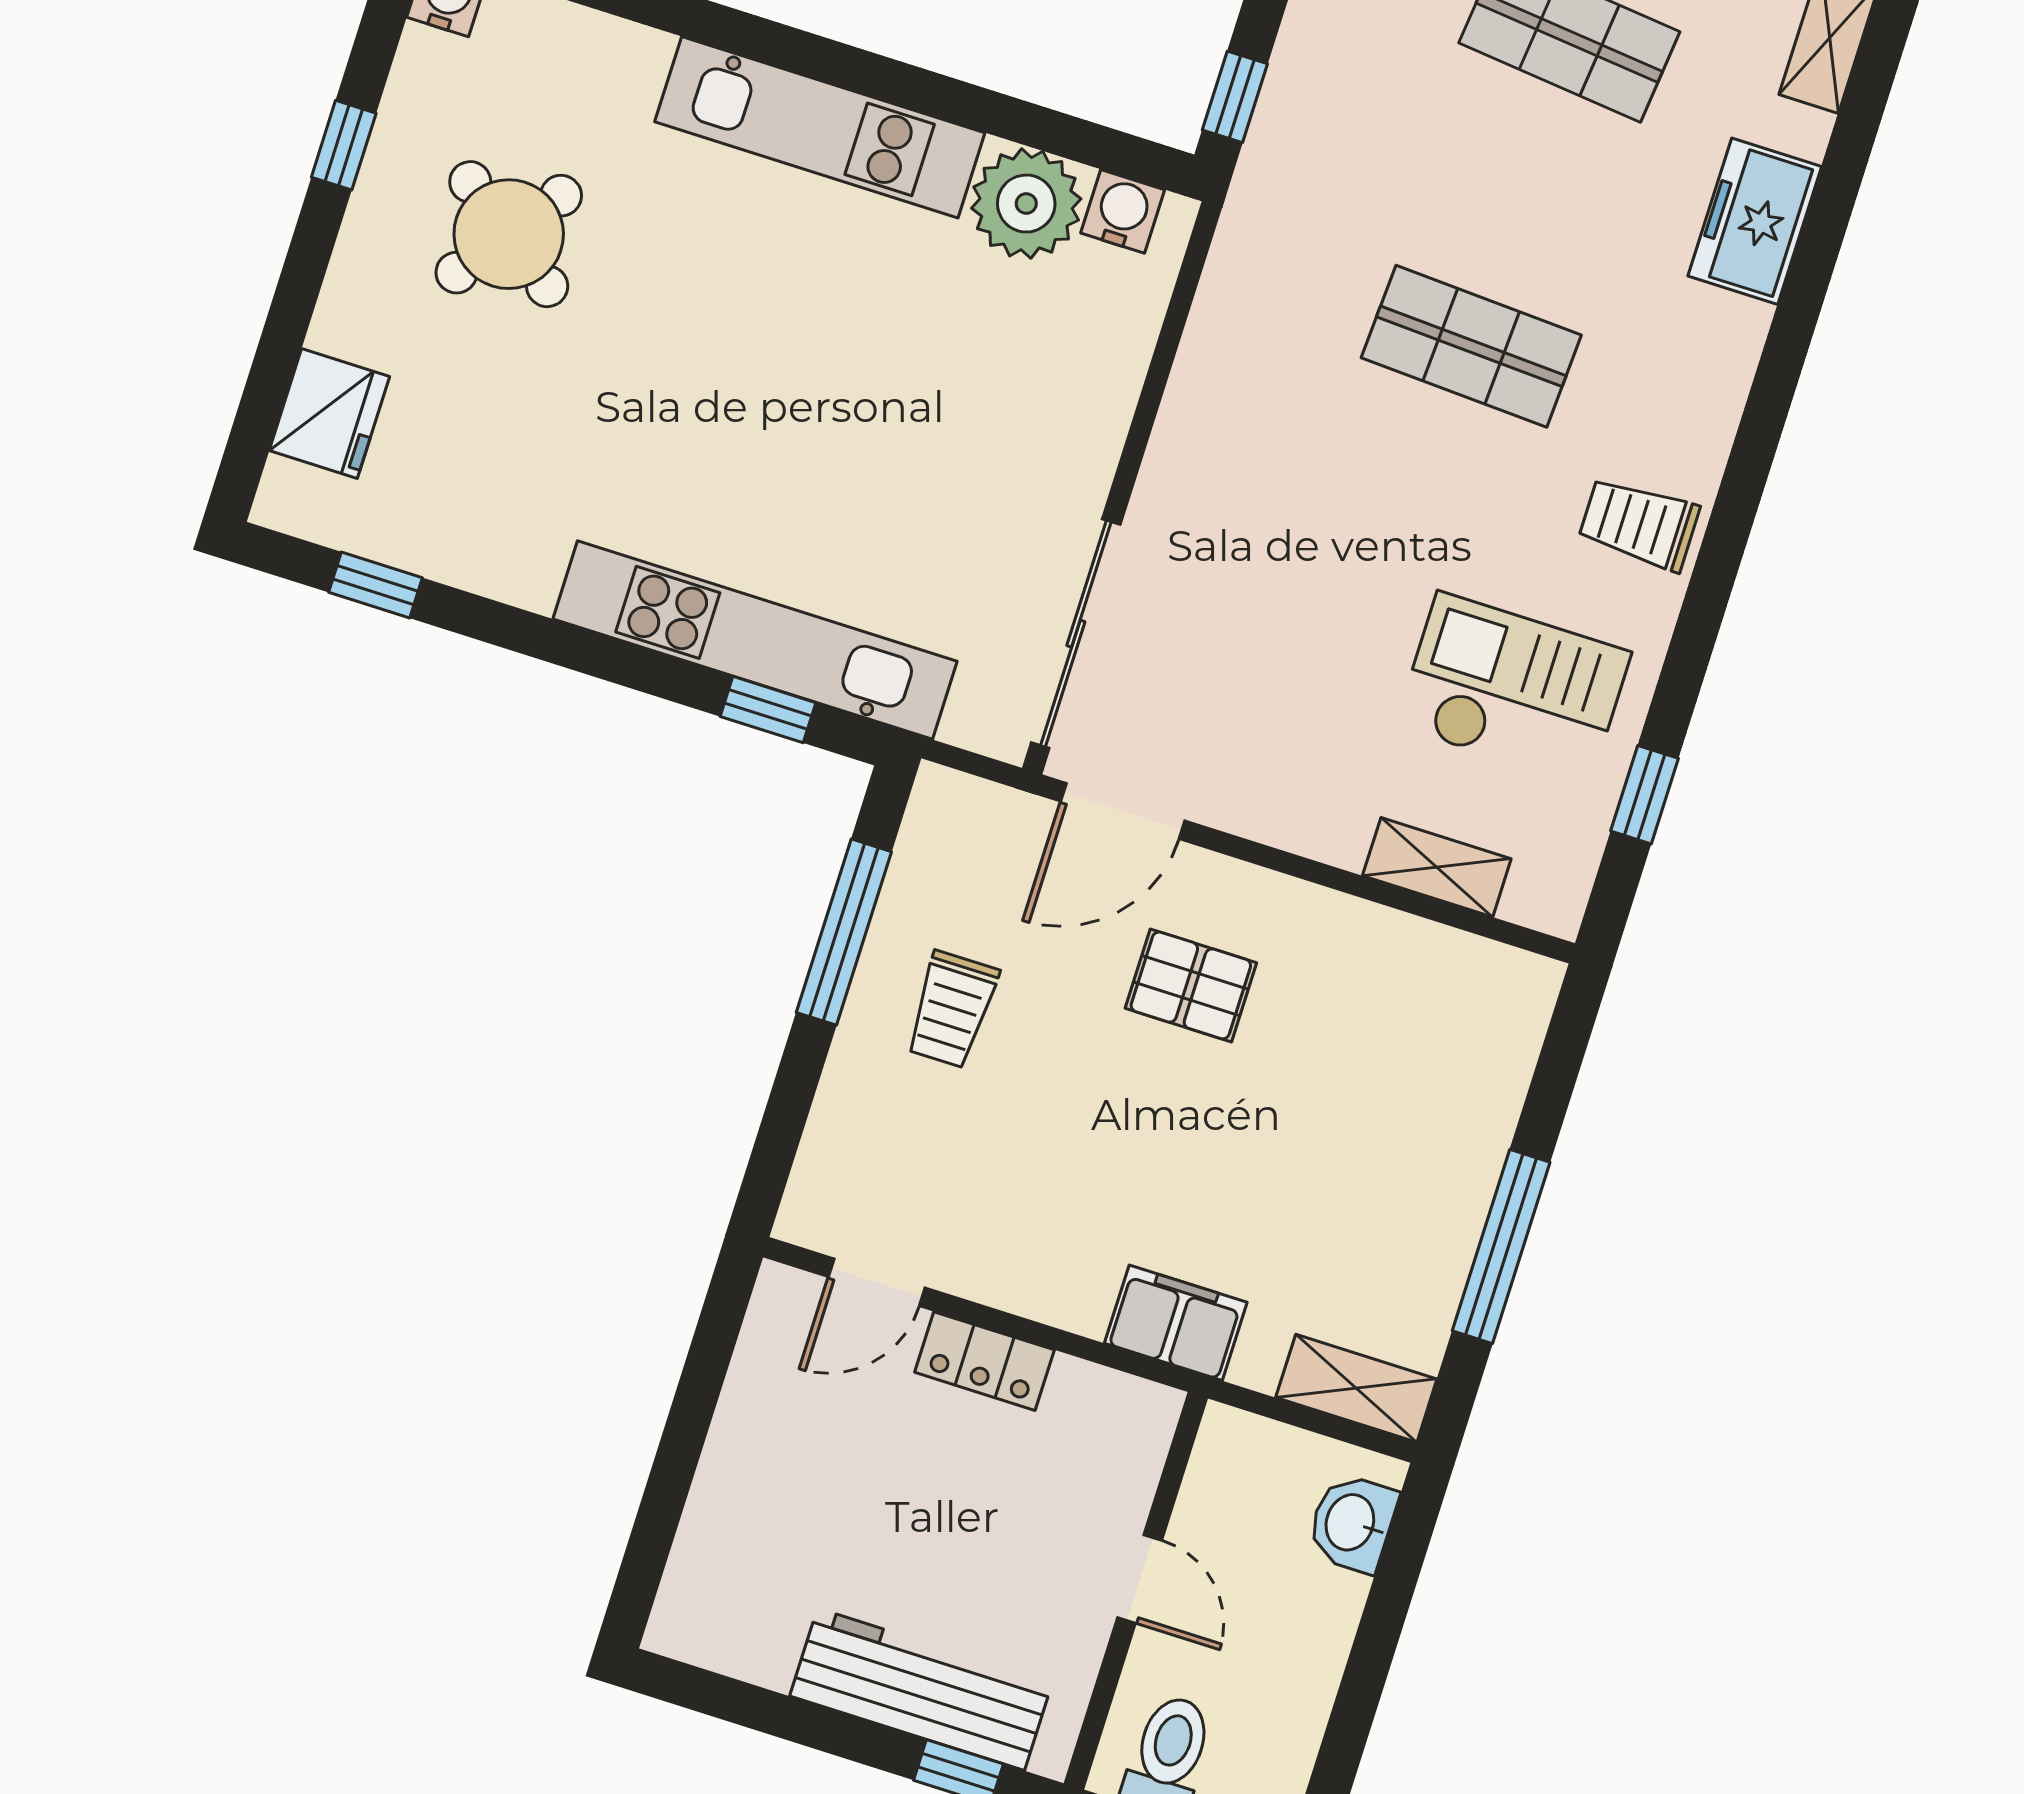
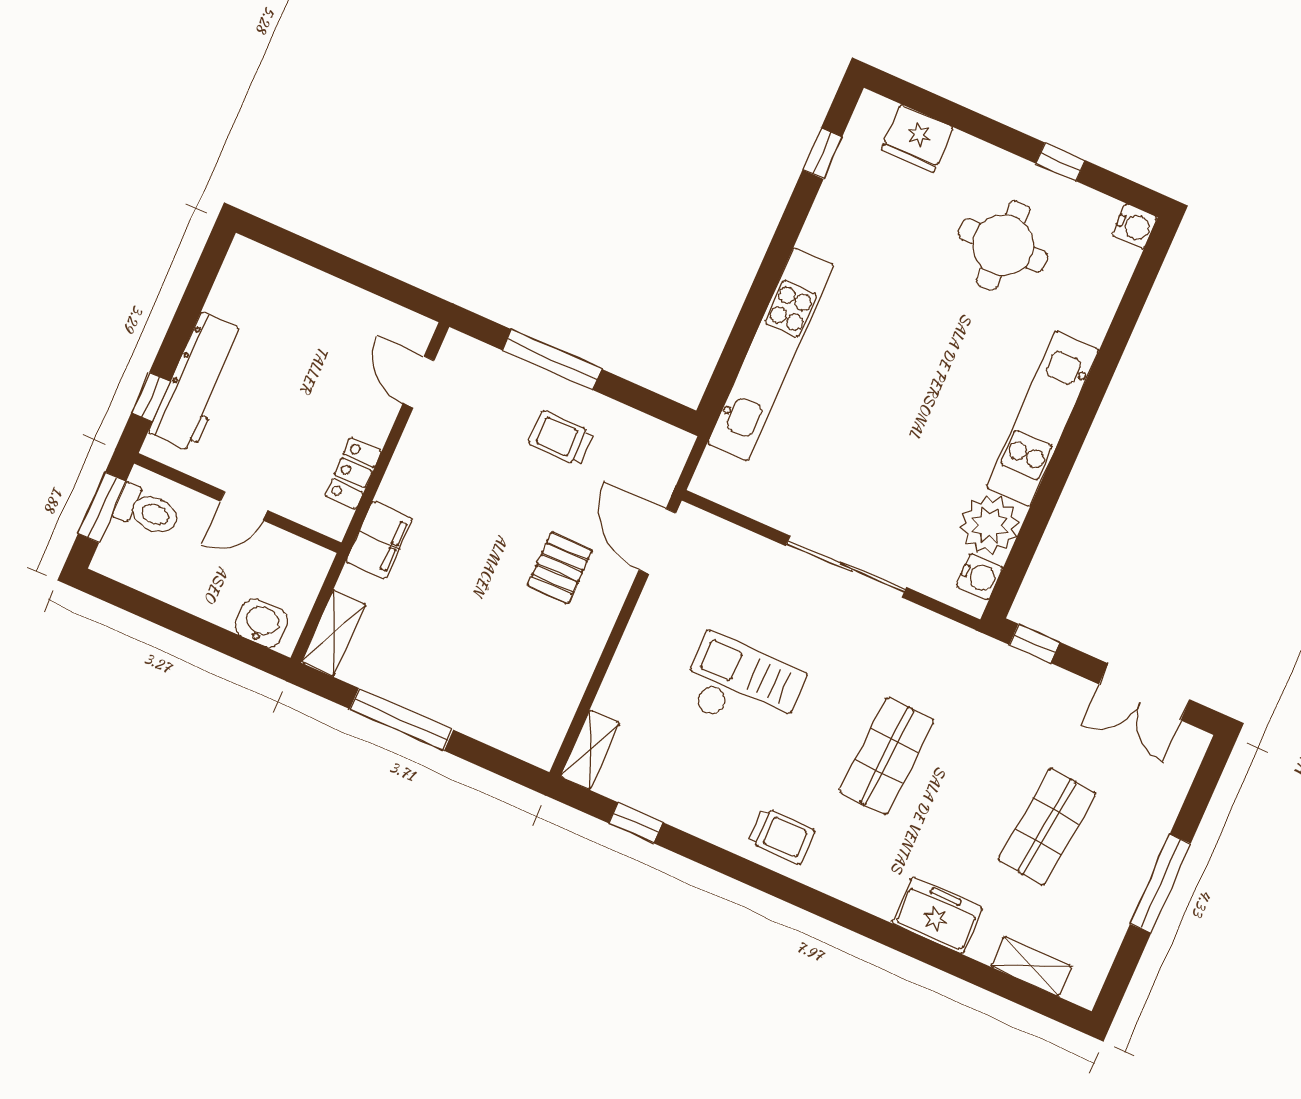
round table: (509, 234) -> (1003, 245), turned -36
trolley: (1639, 524) -> (782, 836), turned 90
sliding door: (1076, 634) -> (846, 567), moved
checkout: (1513, 689) -> (742, 687), moved, turned -90
window: (768, 710) -> (733, 357), removed
shelving: (1437, 867) -> (590, 750), moved
window: (844, 932) -> (552, 360), moved
locker: (984, 1361) -> (353, 473), moved

